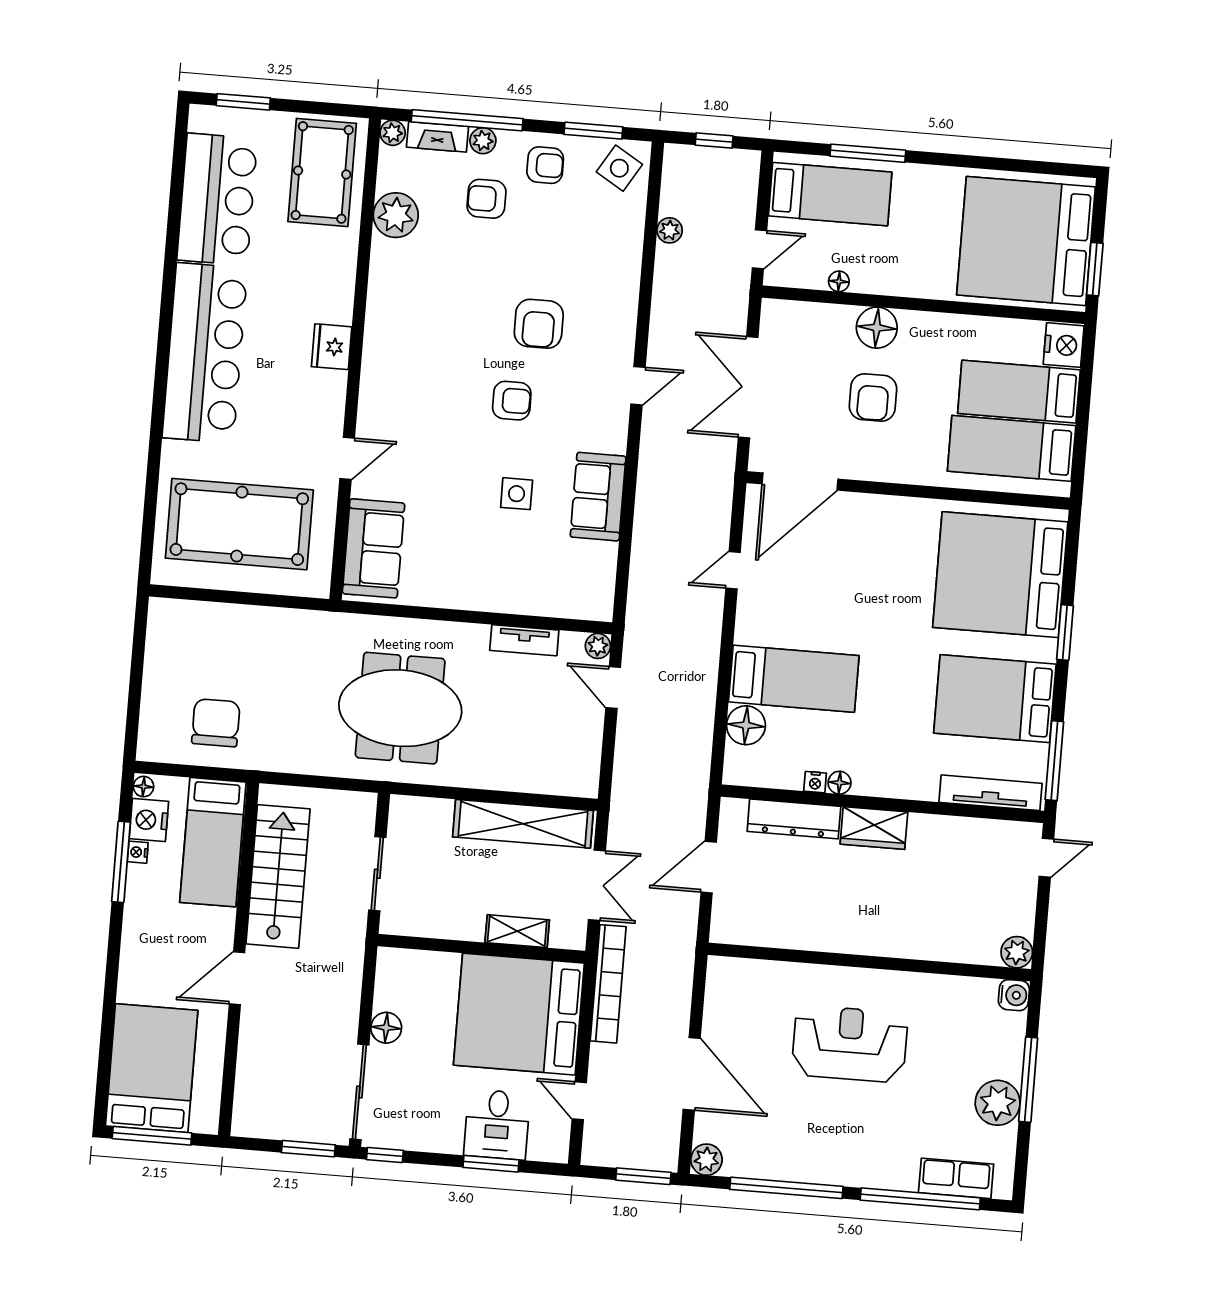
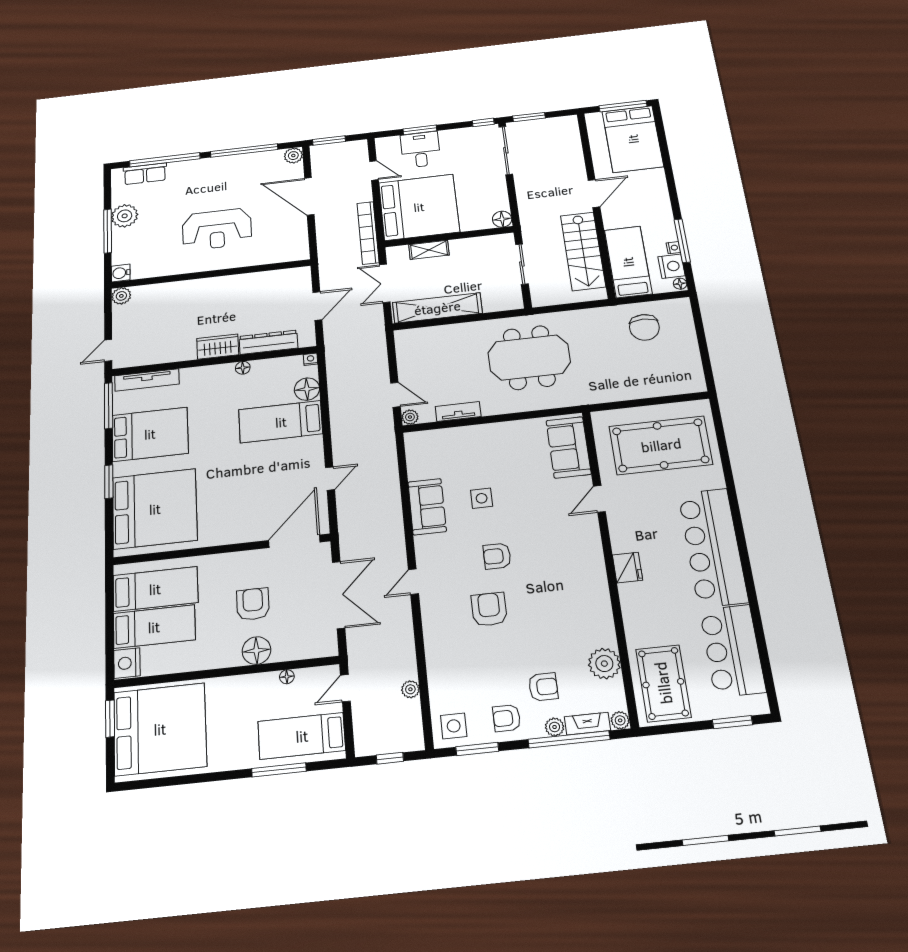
side table: (619, 168) -> (454, 726), turned -31
nightstand: (815, 782) -> (311, 359), moved
floor lamp: (386, 1028) -> (502, 219), moved

